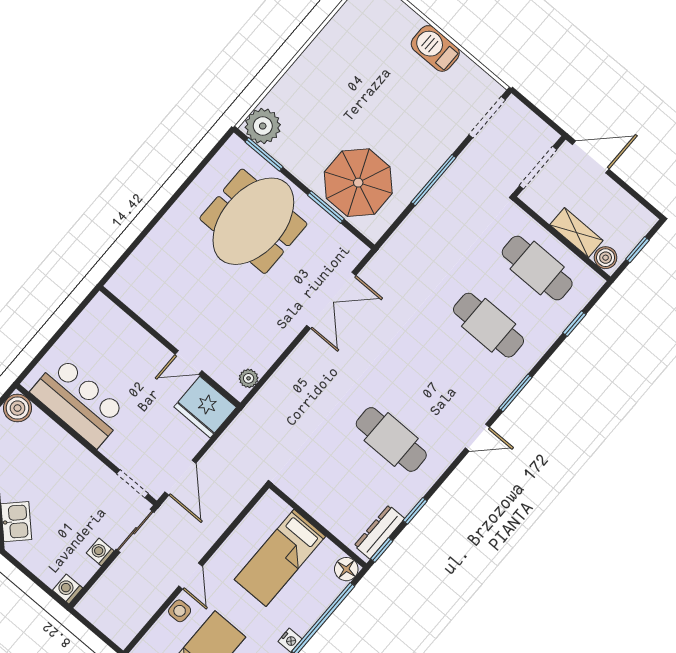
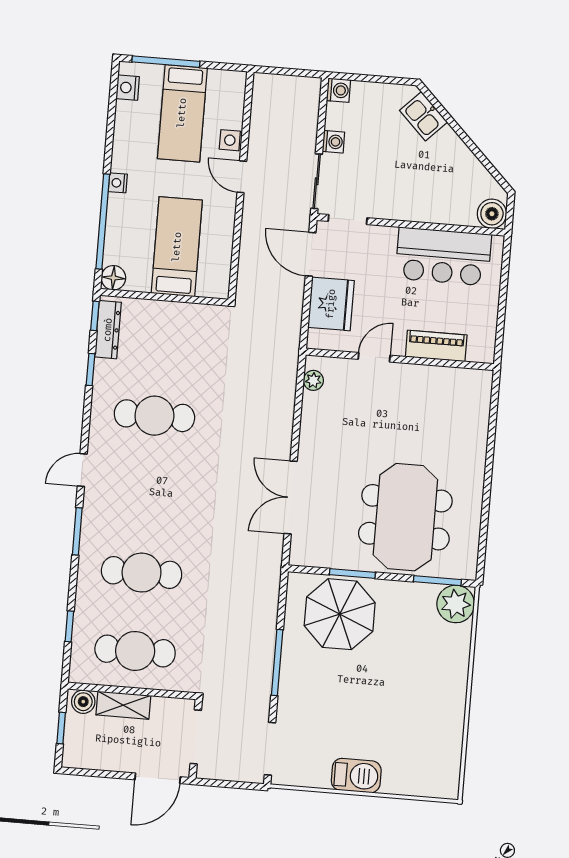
piano: (134, 337) -> (436, 346), added
fridge: (205, 407) -> (331, 304), moved, turned 90

